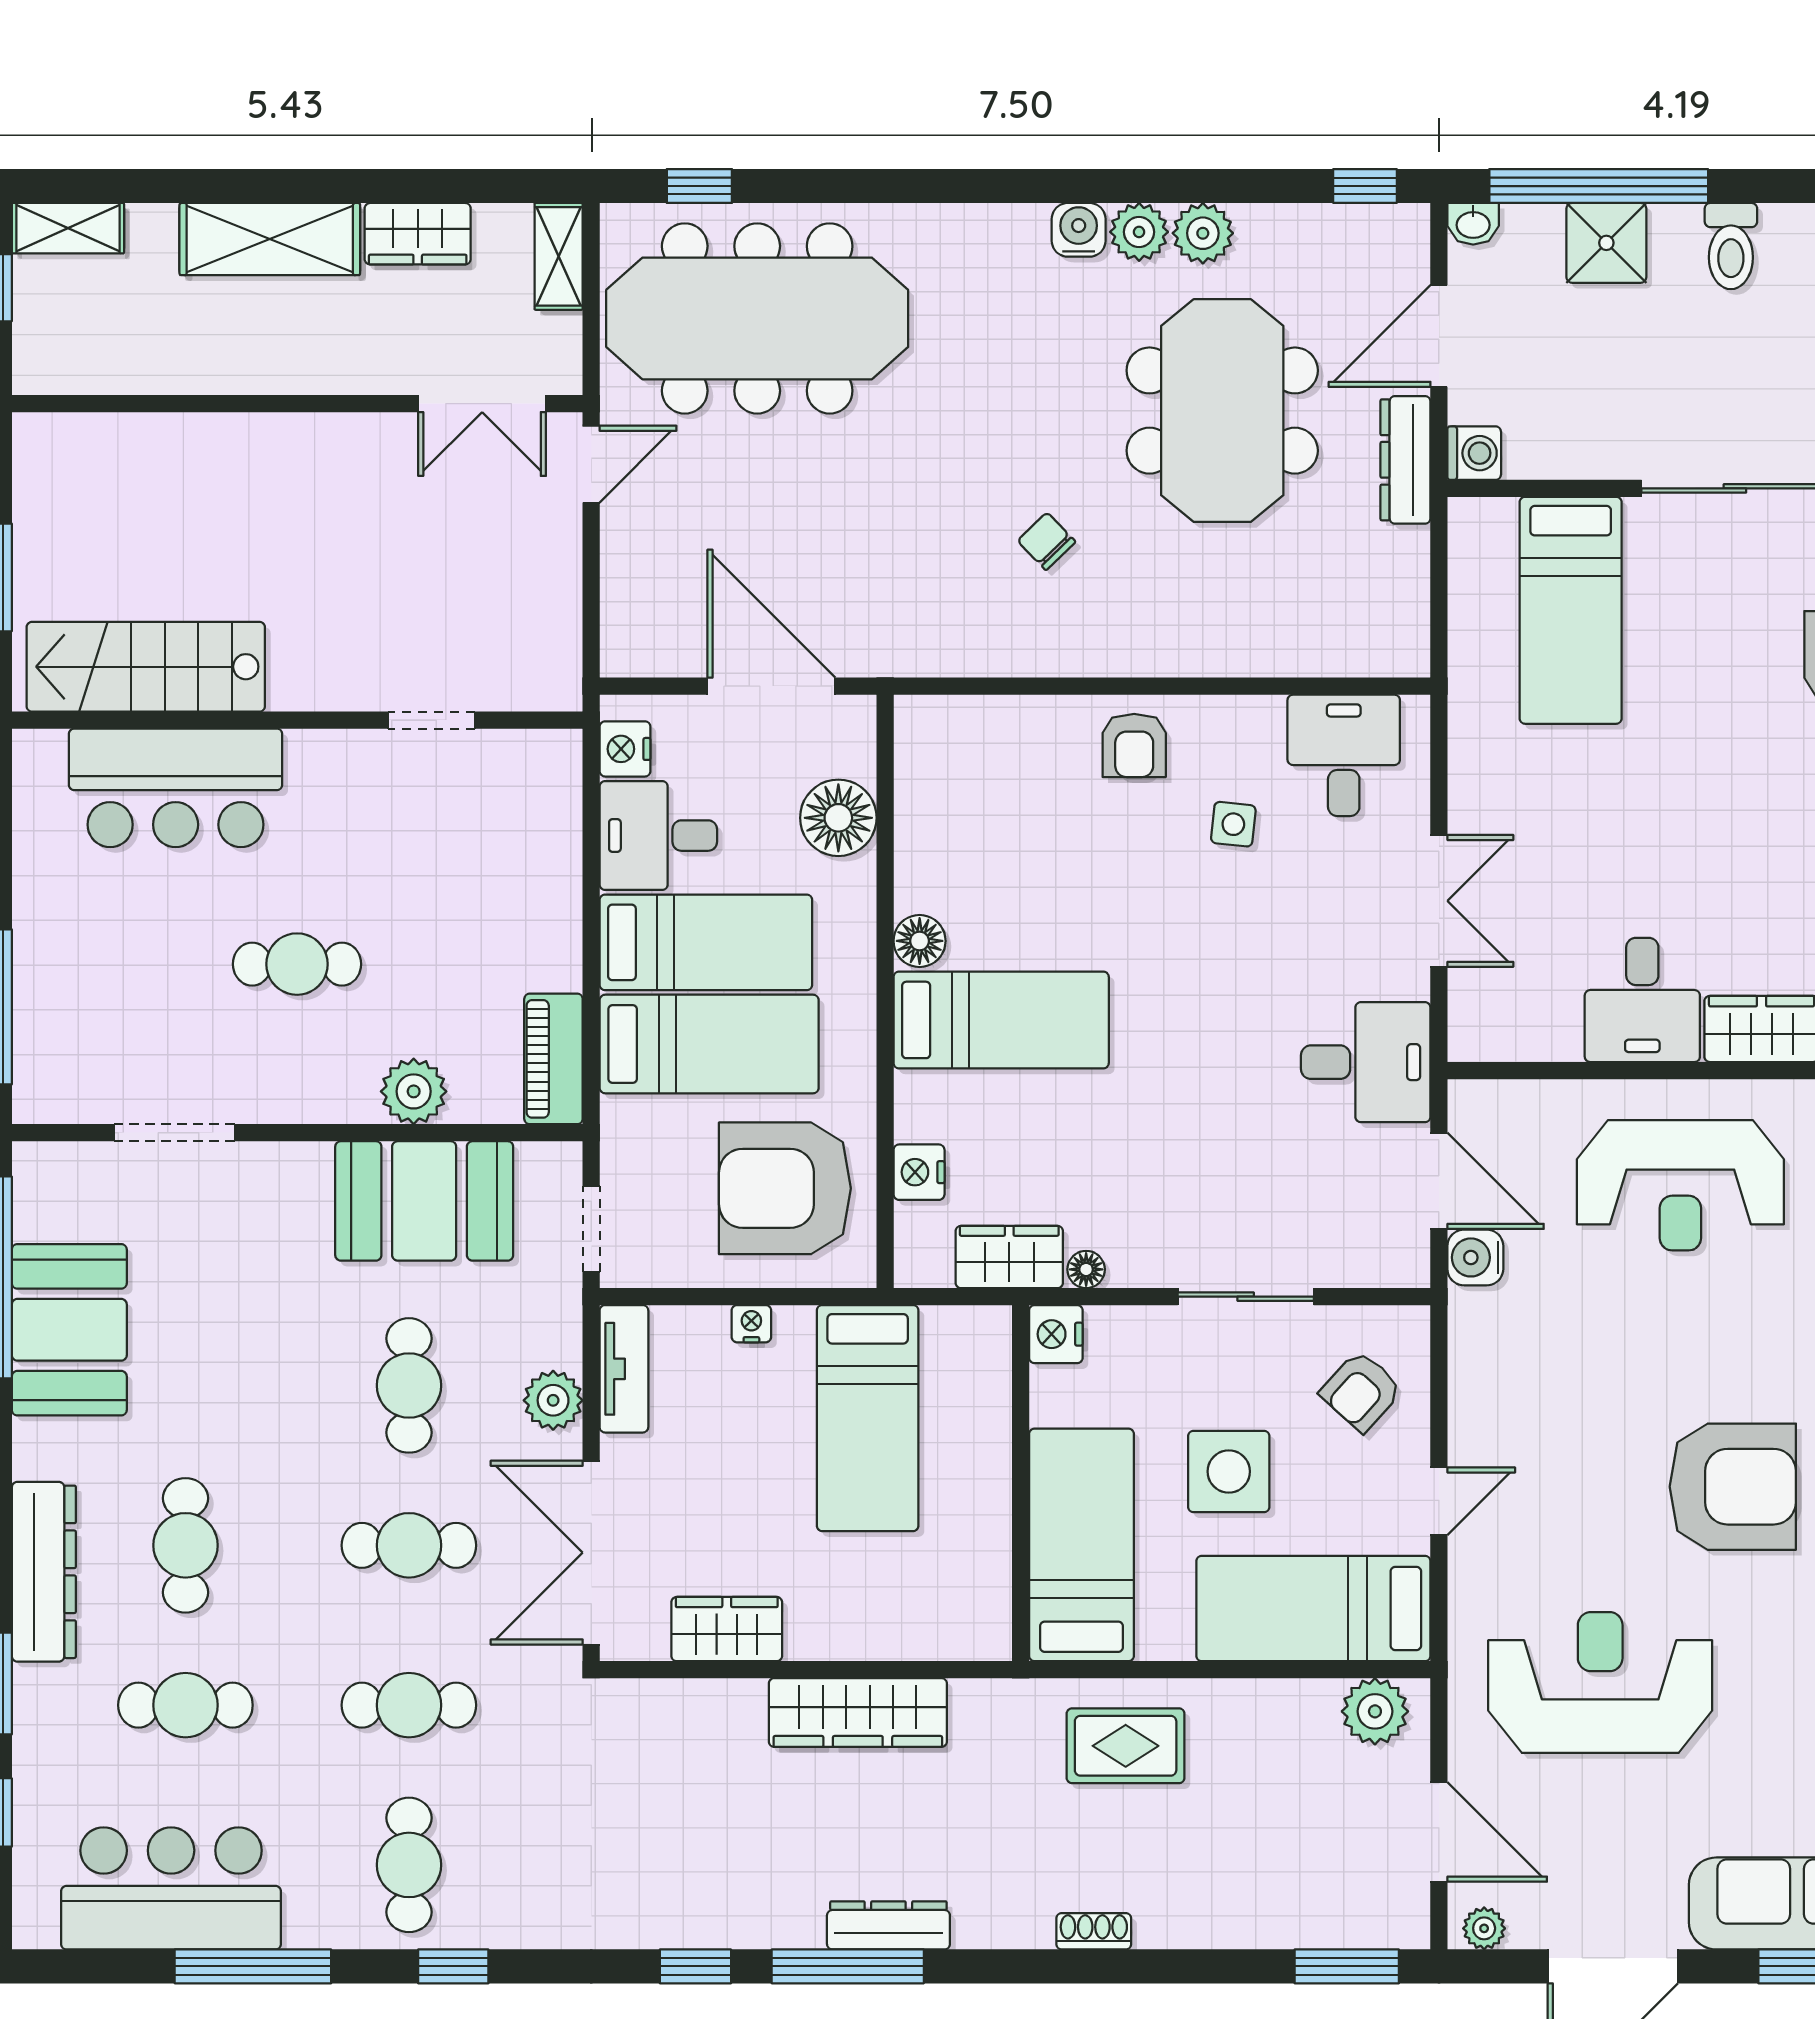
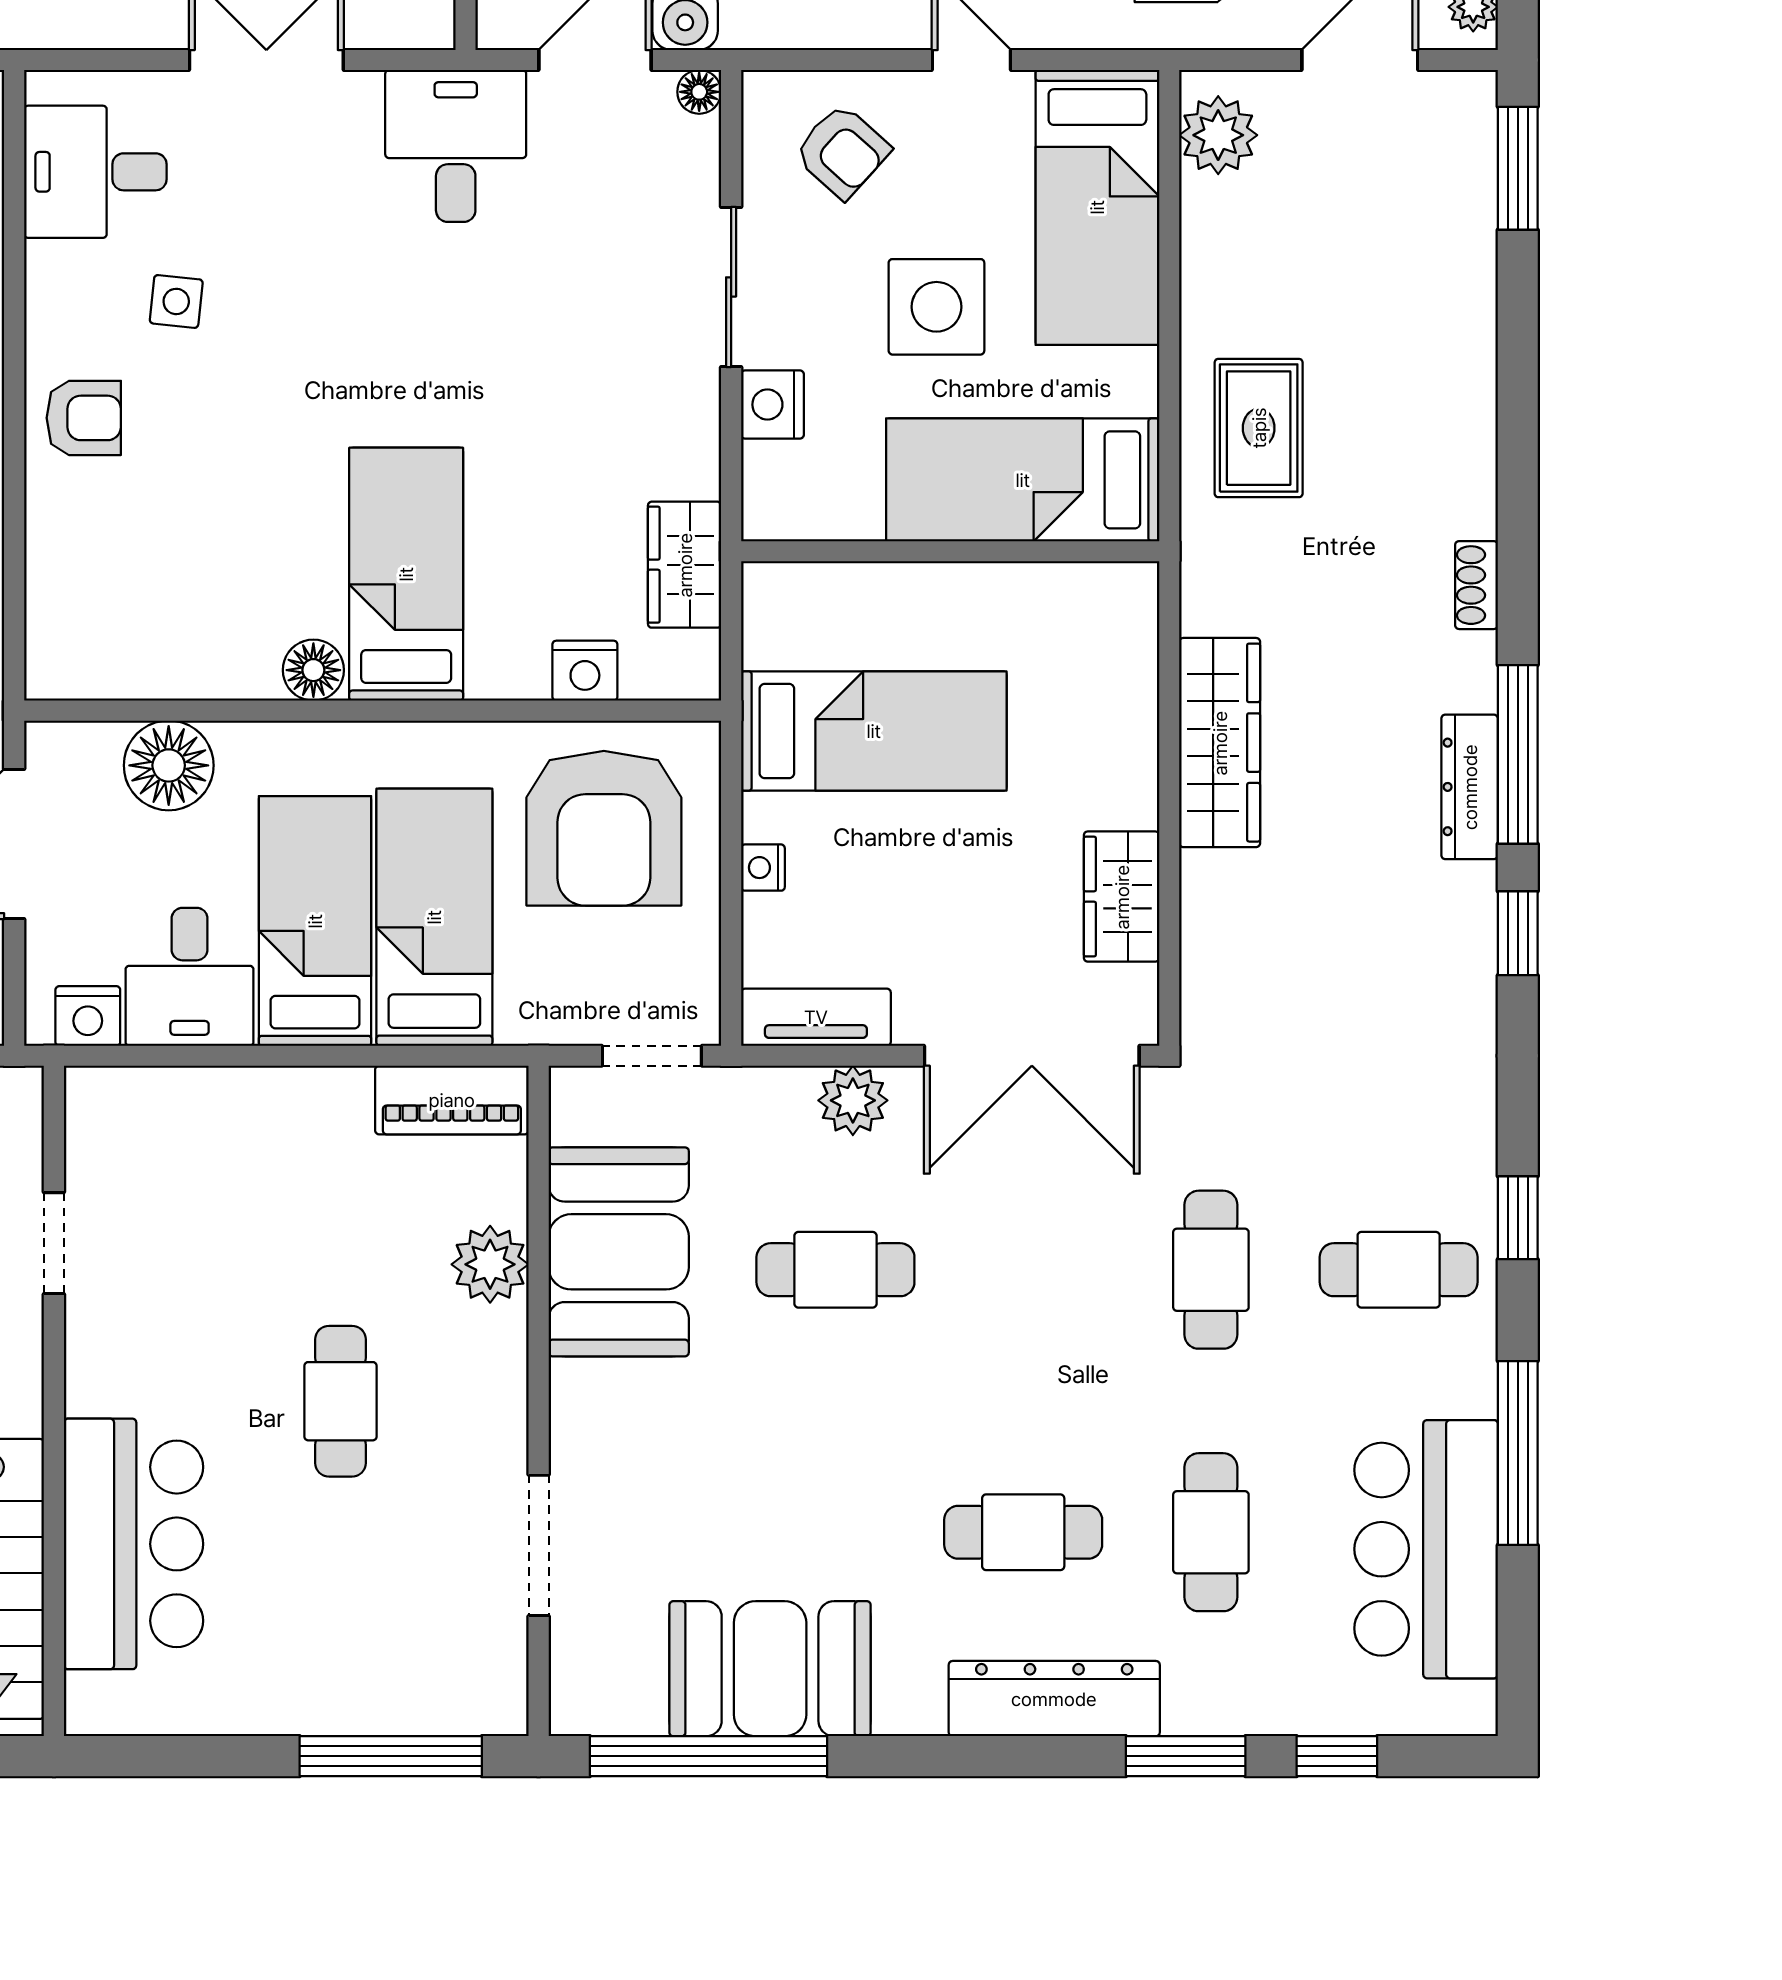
floor lamp: (1086, 1269) -> (699, 92), moved
nightstand: (1056, 1334) -> (772, 405), moved, turned 90
cafe table: (409, 1545) -> (1023, 1270), removed
dresser: (888, 1925) -> (1470, 787), moved
shoe rack: (1094, 1931) -> (1476, 585), moved

